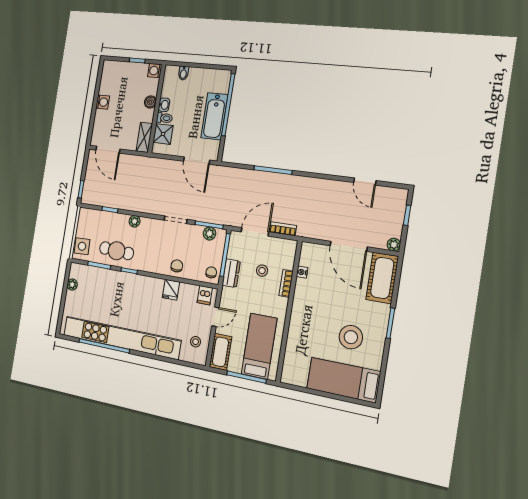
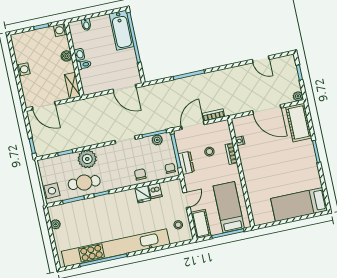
bathtub: (214, 116) -> (122, 30), moved
shower: (163, 134) -> (88, 77), removed
plant: (135, 221) -> (87, 159), width x1.88, depth x1.88
dishwasher: (205, 295) -> (155, 191), moved
stool: (351, 337) -> (293, 173), removed

